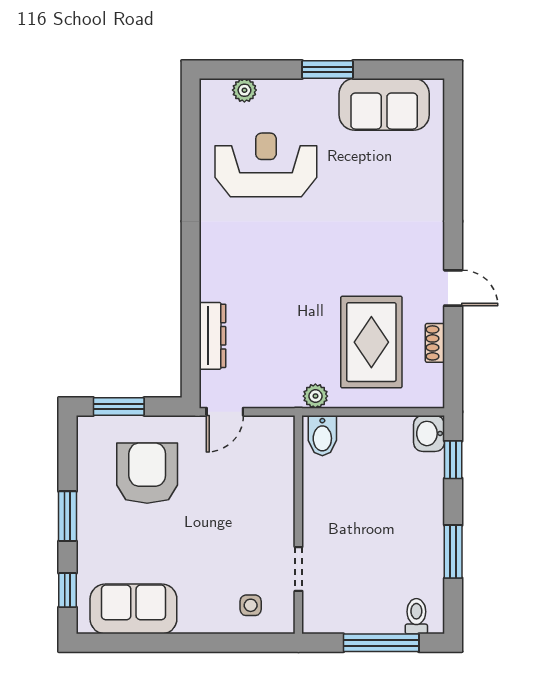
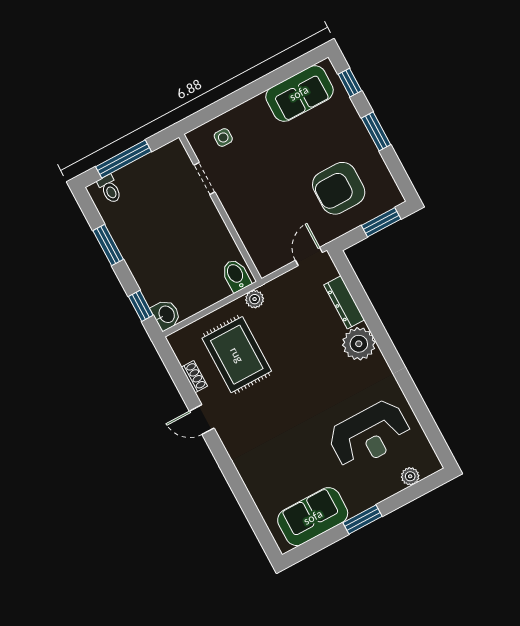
plant: (221, 278) -> (359, 344), added
armchair: (147, 473) -> (339, 188), turned 90

